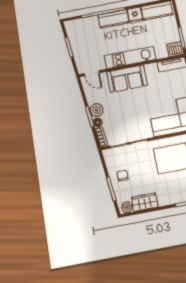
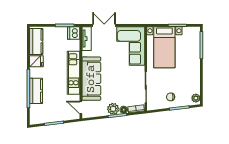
kitchen counter: (113, 19) -> (36, 91), moved
door: (92, 73) -> (81, 108), swing flipped
sofa: (127, 79) -> (91, 79), width x1.36
wardrobe: (145, 202) -> (194, 83), removed

